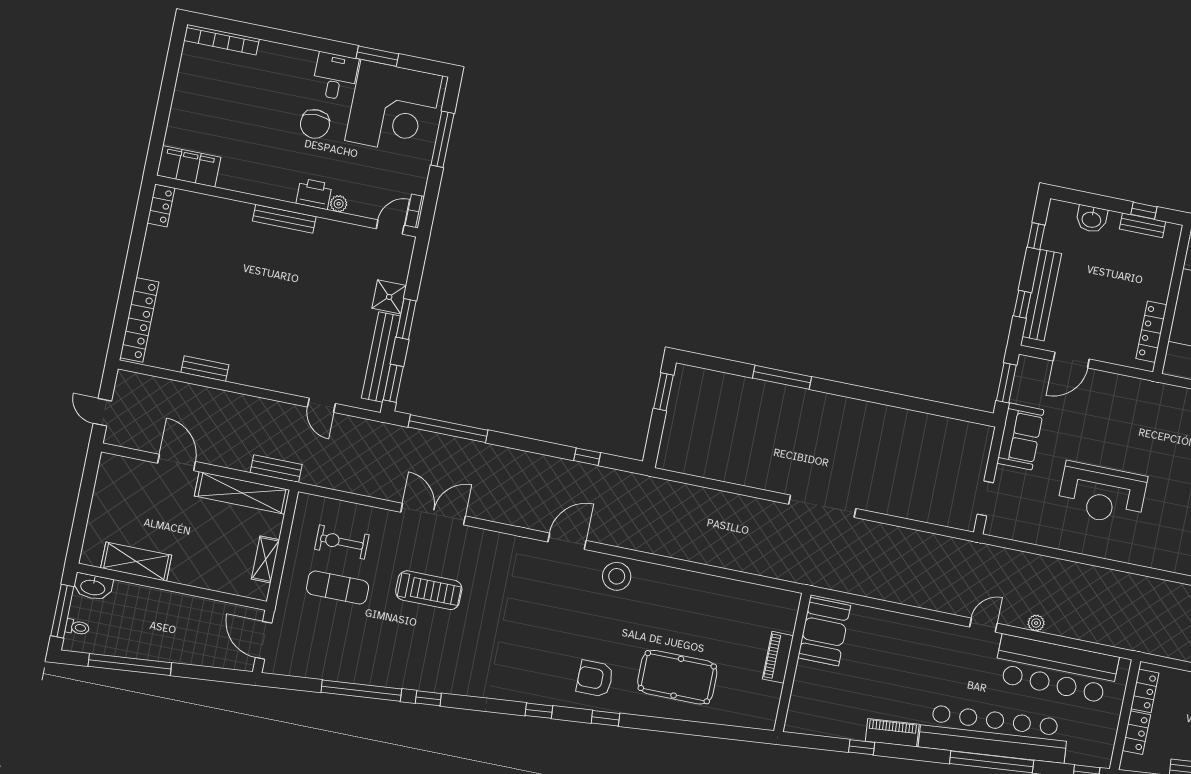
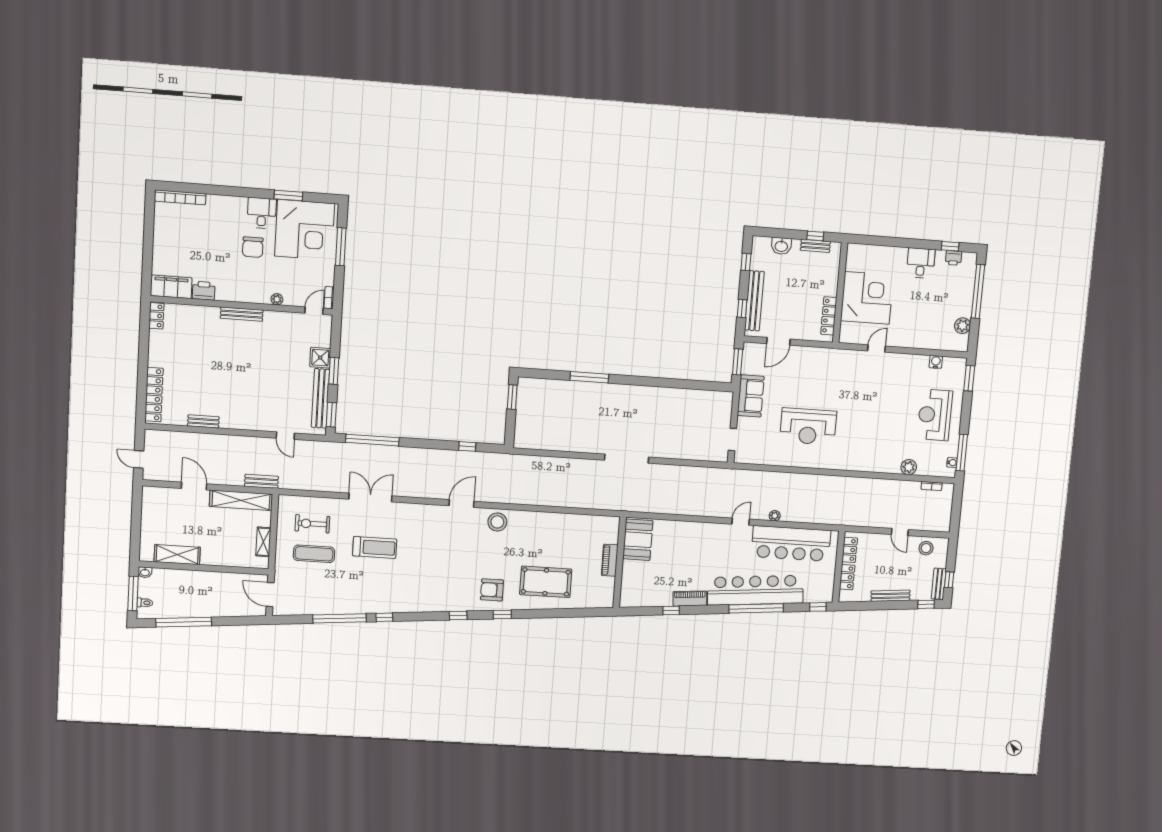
printer: (314, 194) -> (204, 291), moved
washbasin: (93, 587) -> (145, 572), width x0.52, depth x0.69

